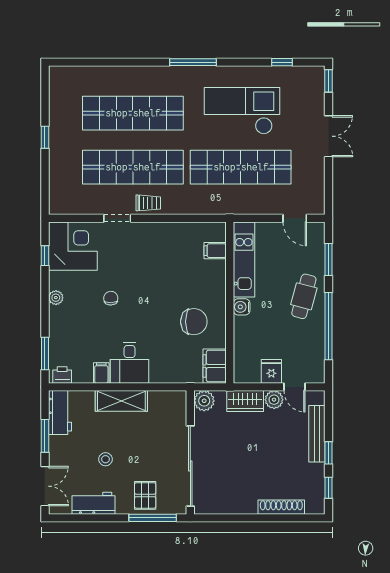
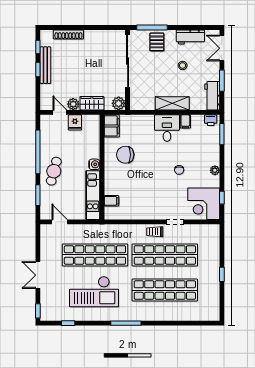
bench: (317, 434) -> (45, 65), moved

